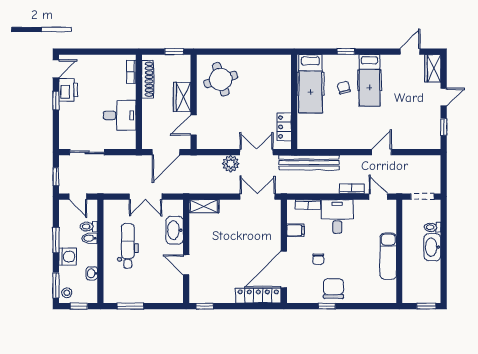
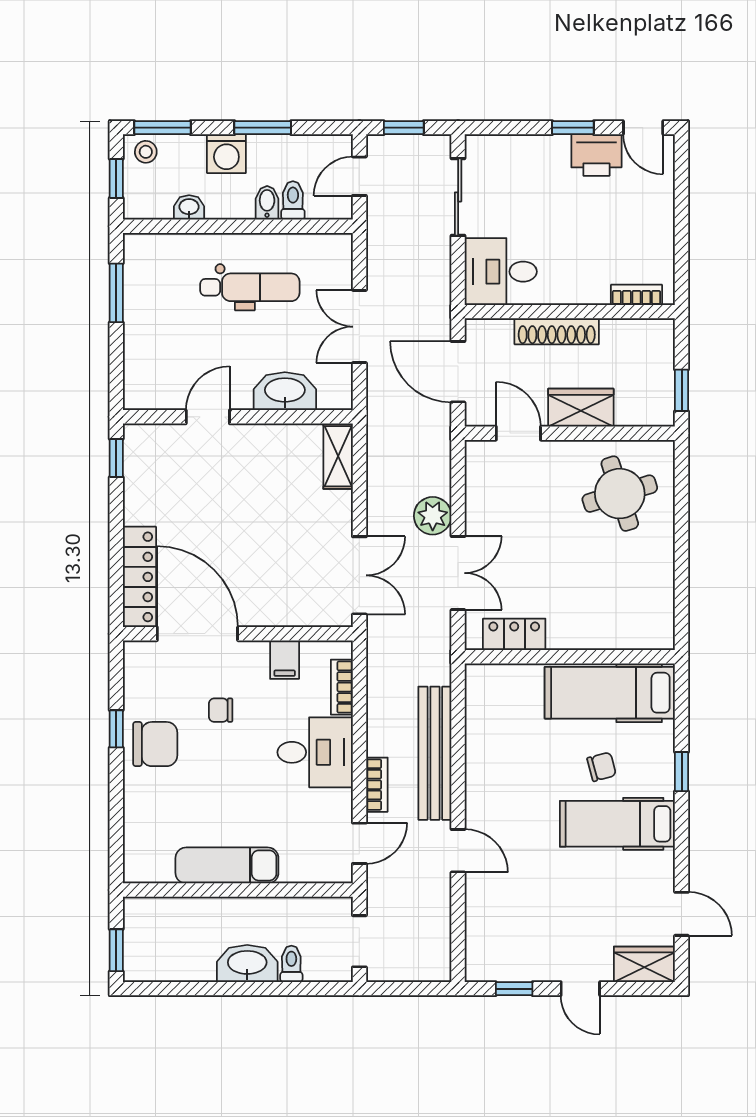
shoe rack: (148, 79) -> (557, 331), moved
desk: (120, 115) -> (501, 272), moved, turned 90
bench: (309, 163) -> (435, 753), moved

